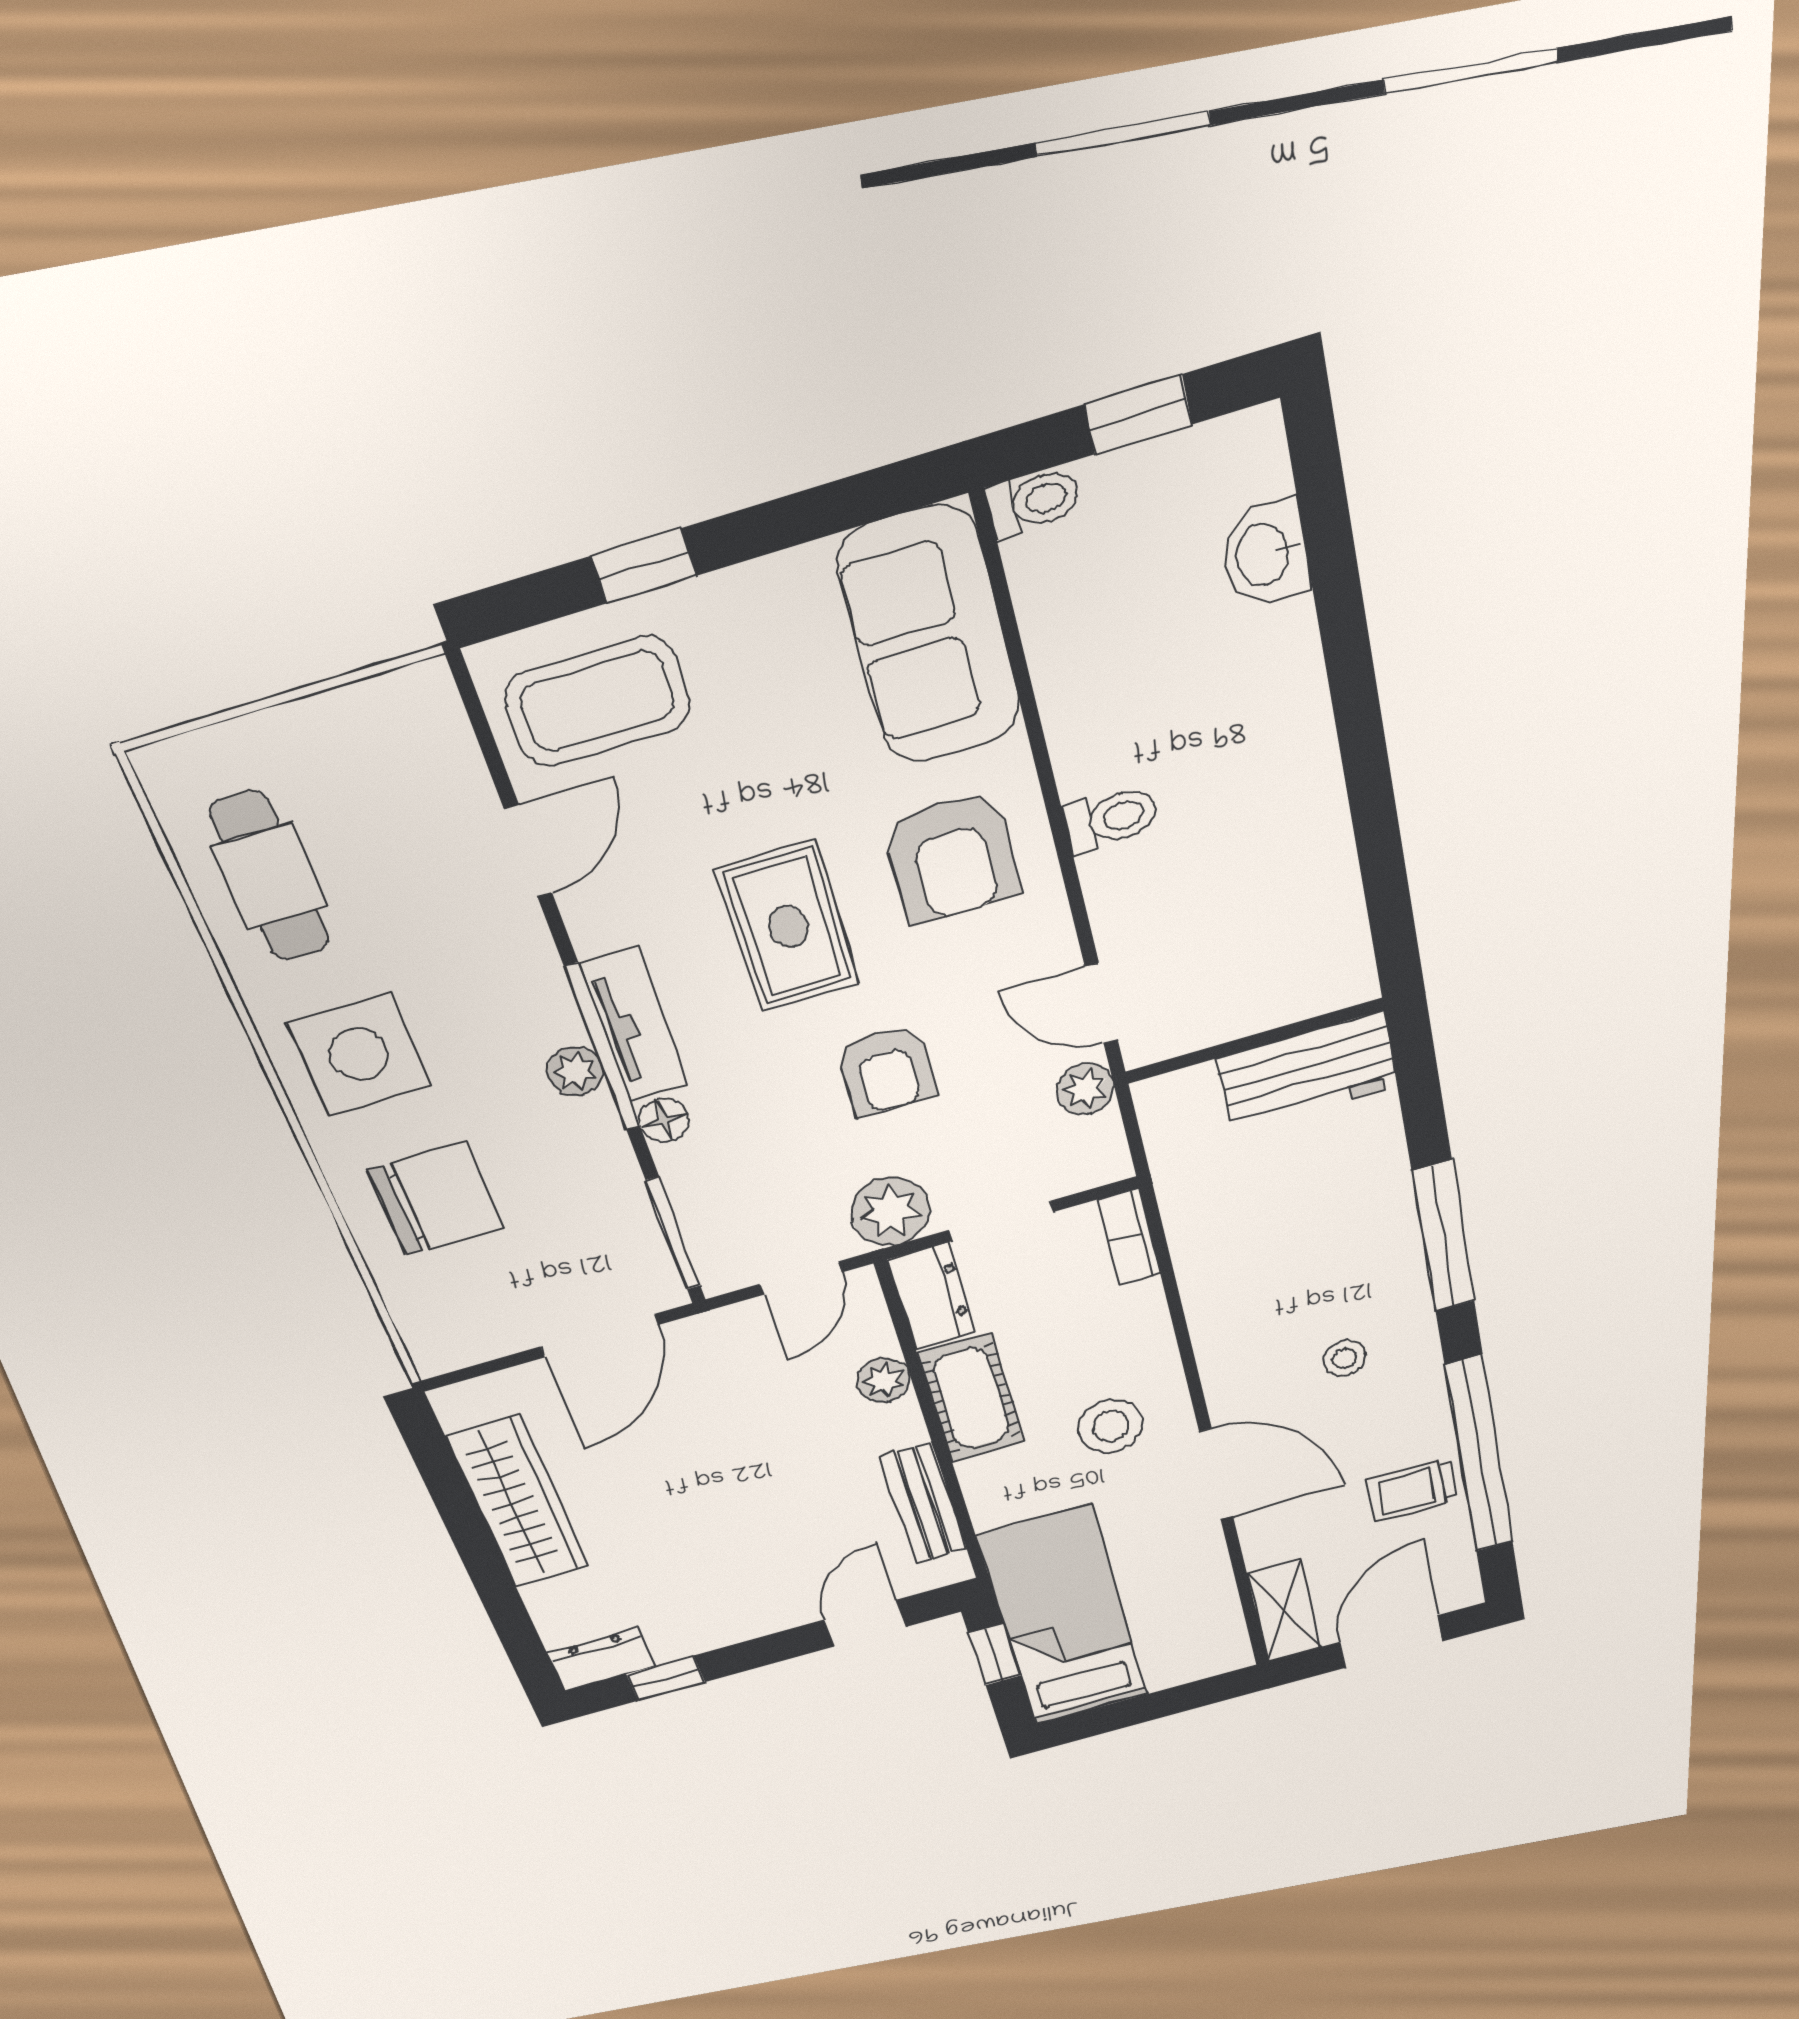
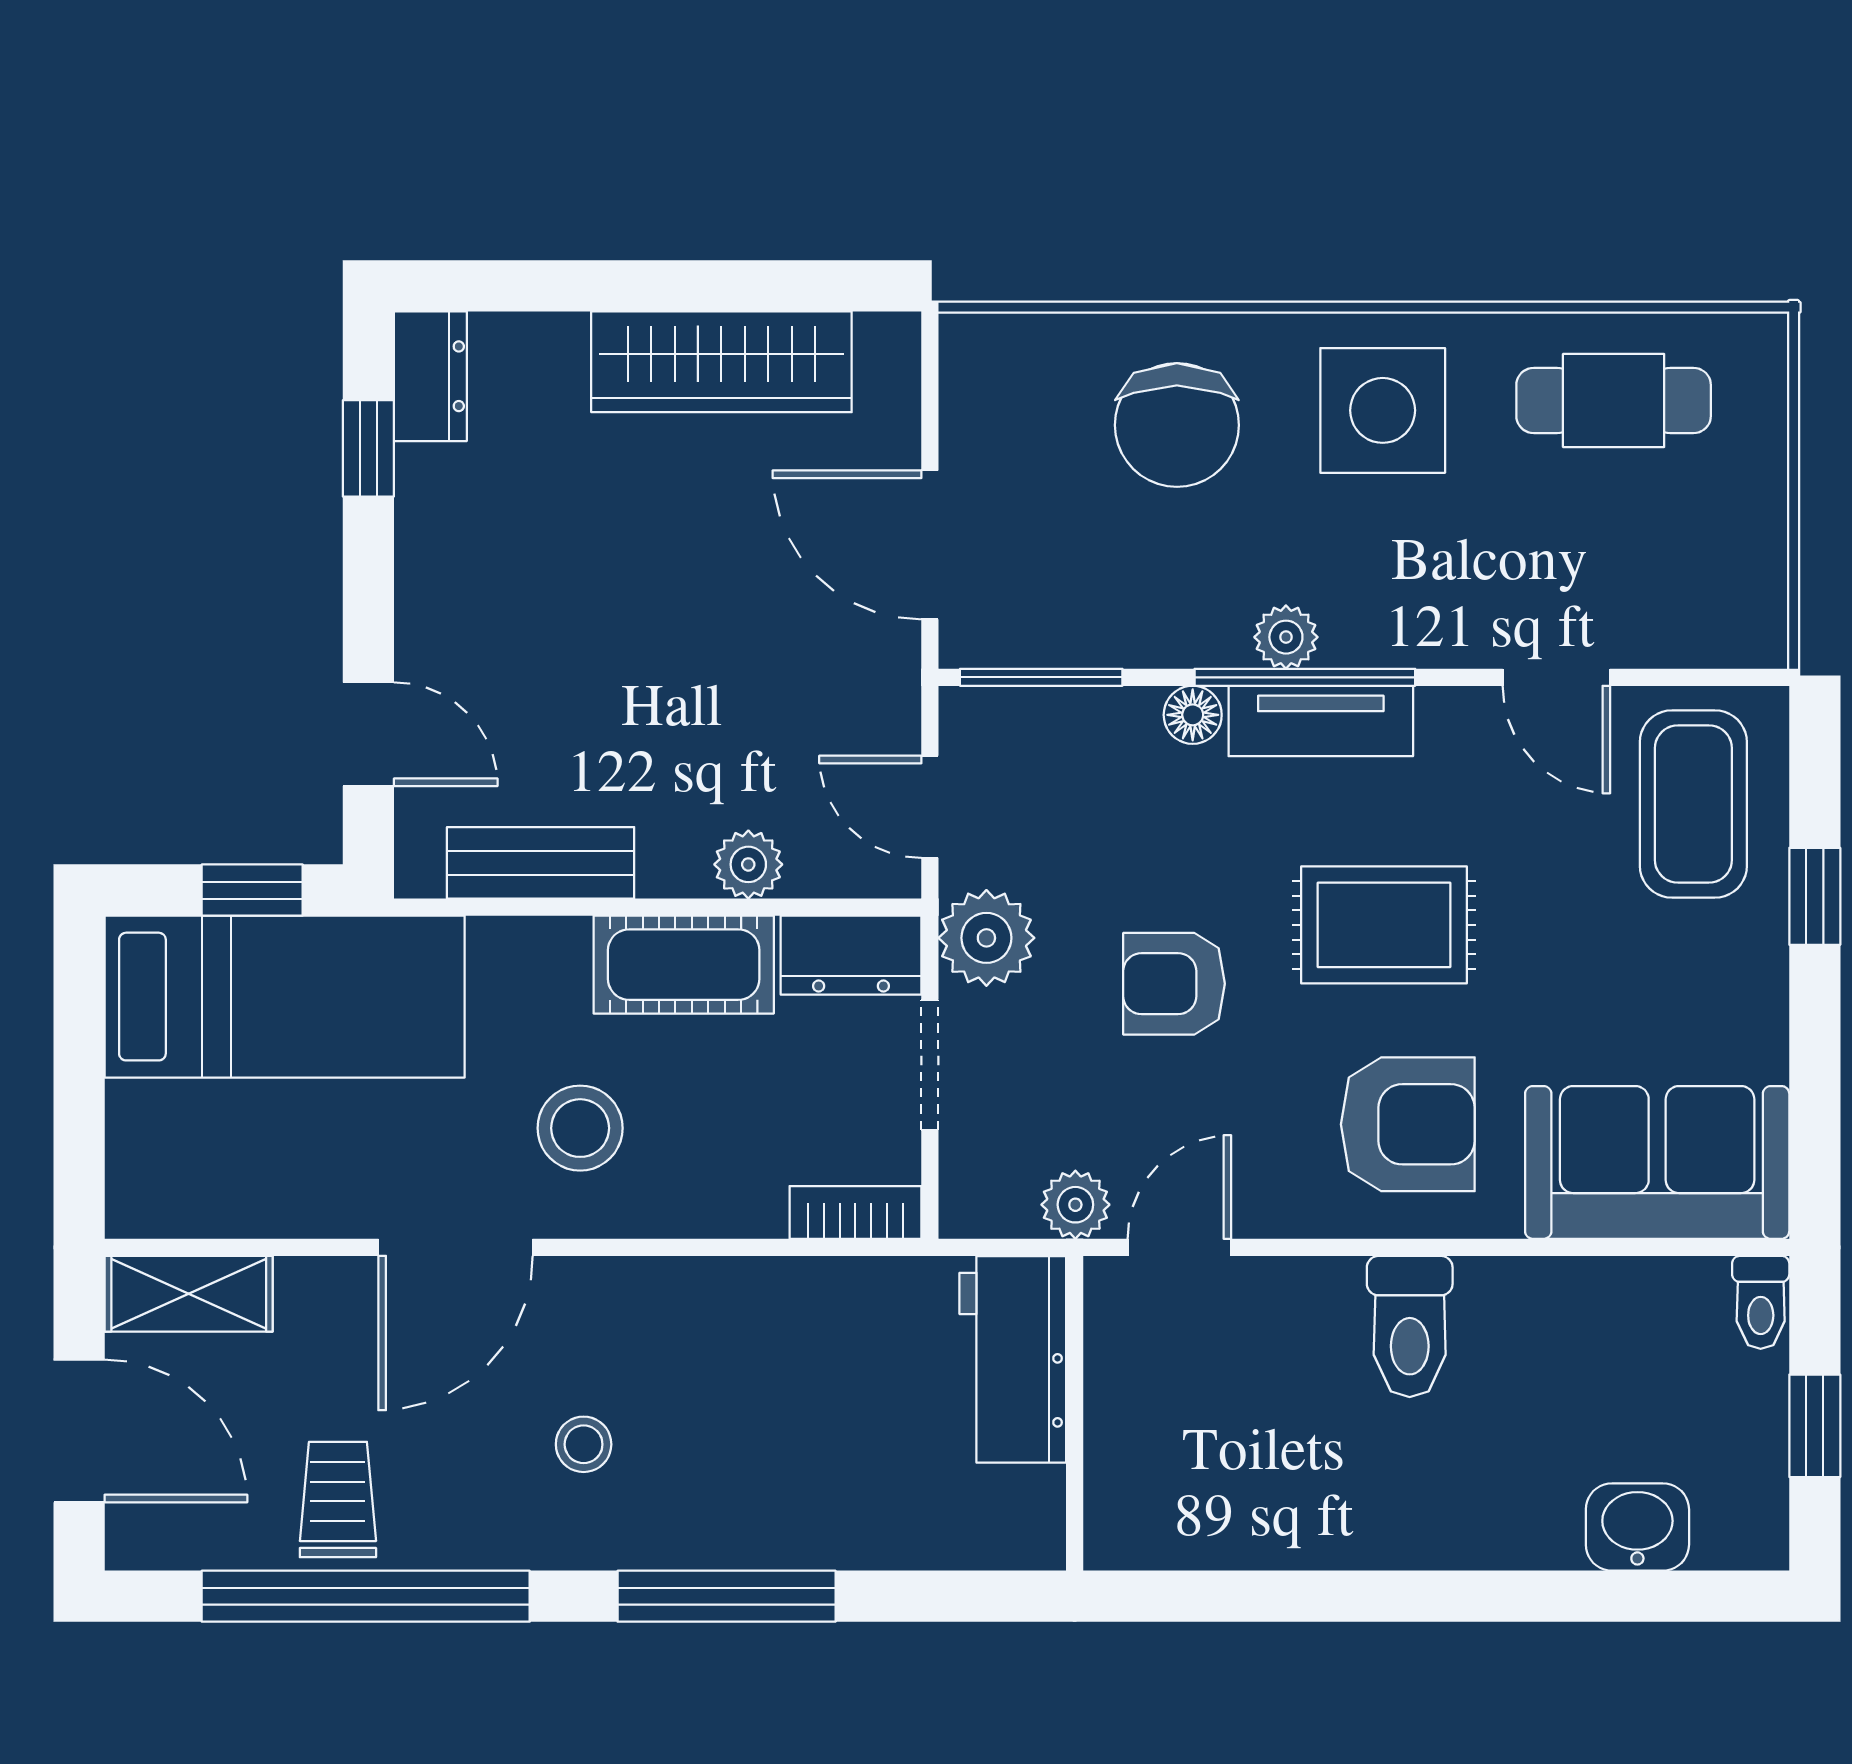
toilet: (1111, 819) -> (1410, 1326), width x1.37, depth x1.39
armchair: (952, 858) -> (1408, 1124), turned 180
workbench: (1307, 1072) -> (1013, 1359), moved

